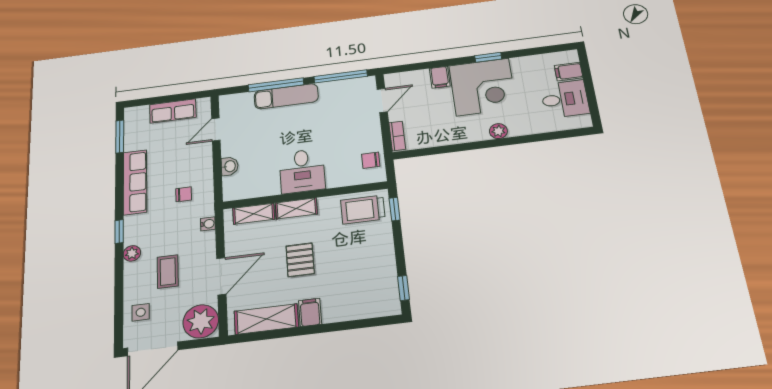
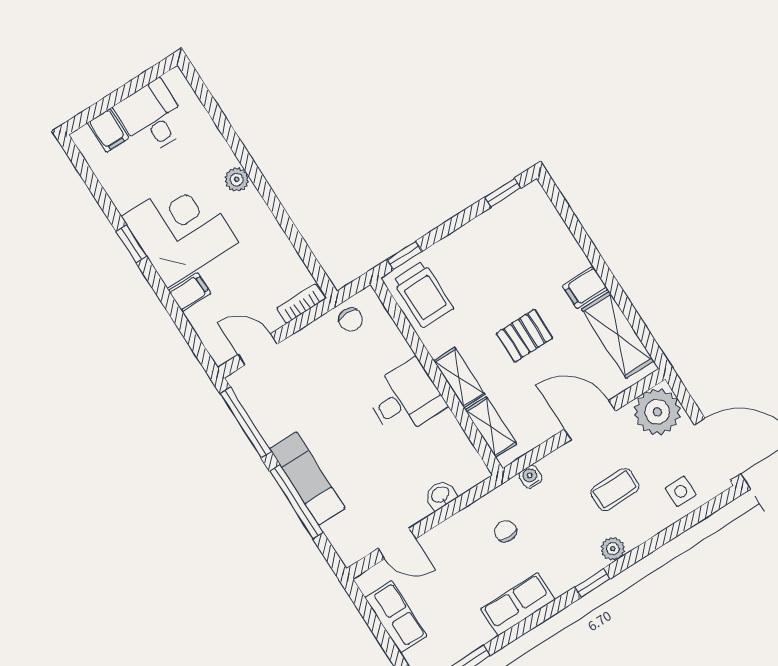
row of seats: (135, 182) -> (518, 604), width x0.68

